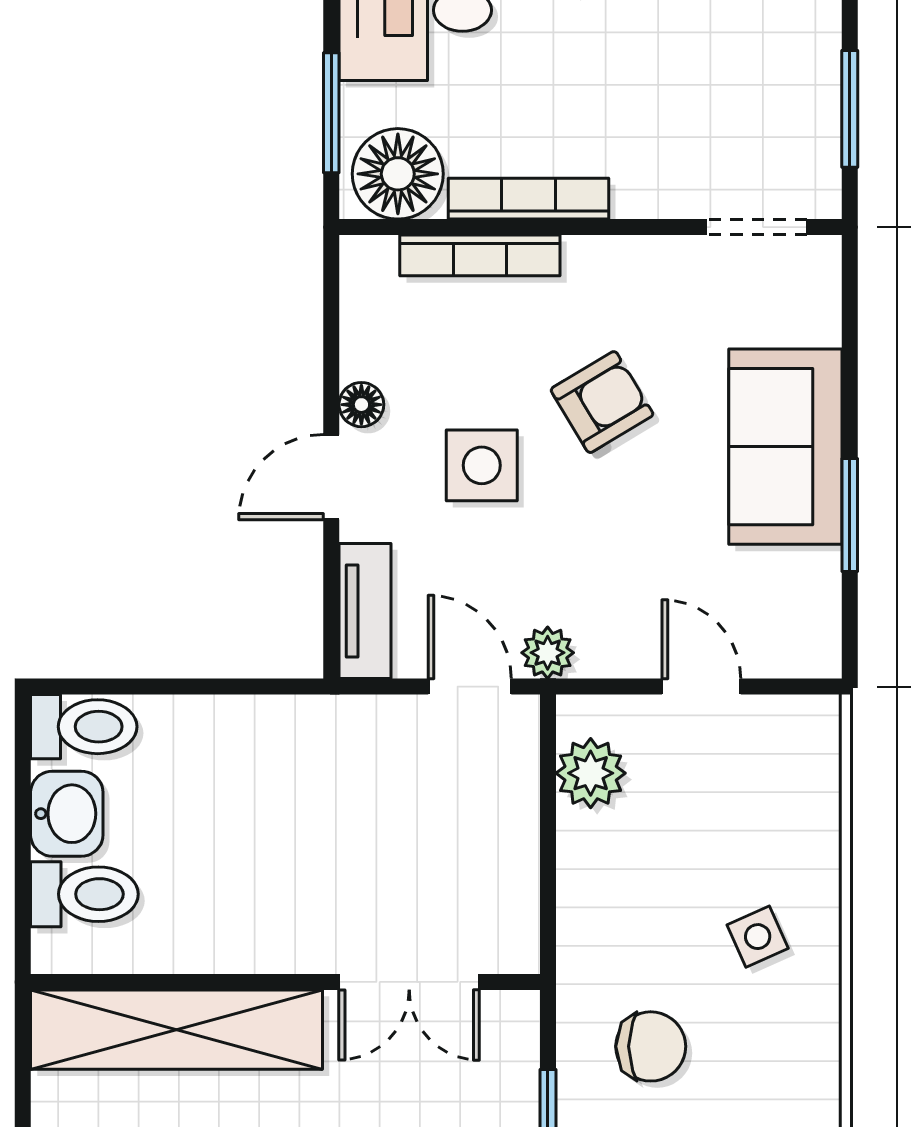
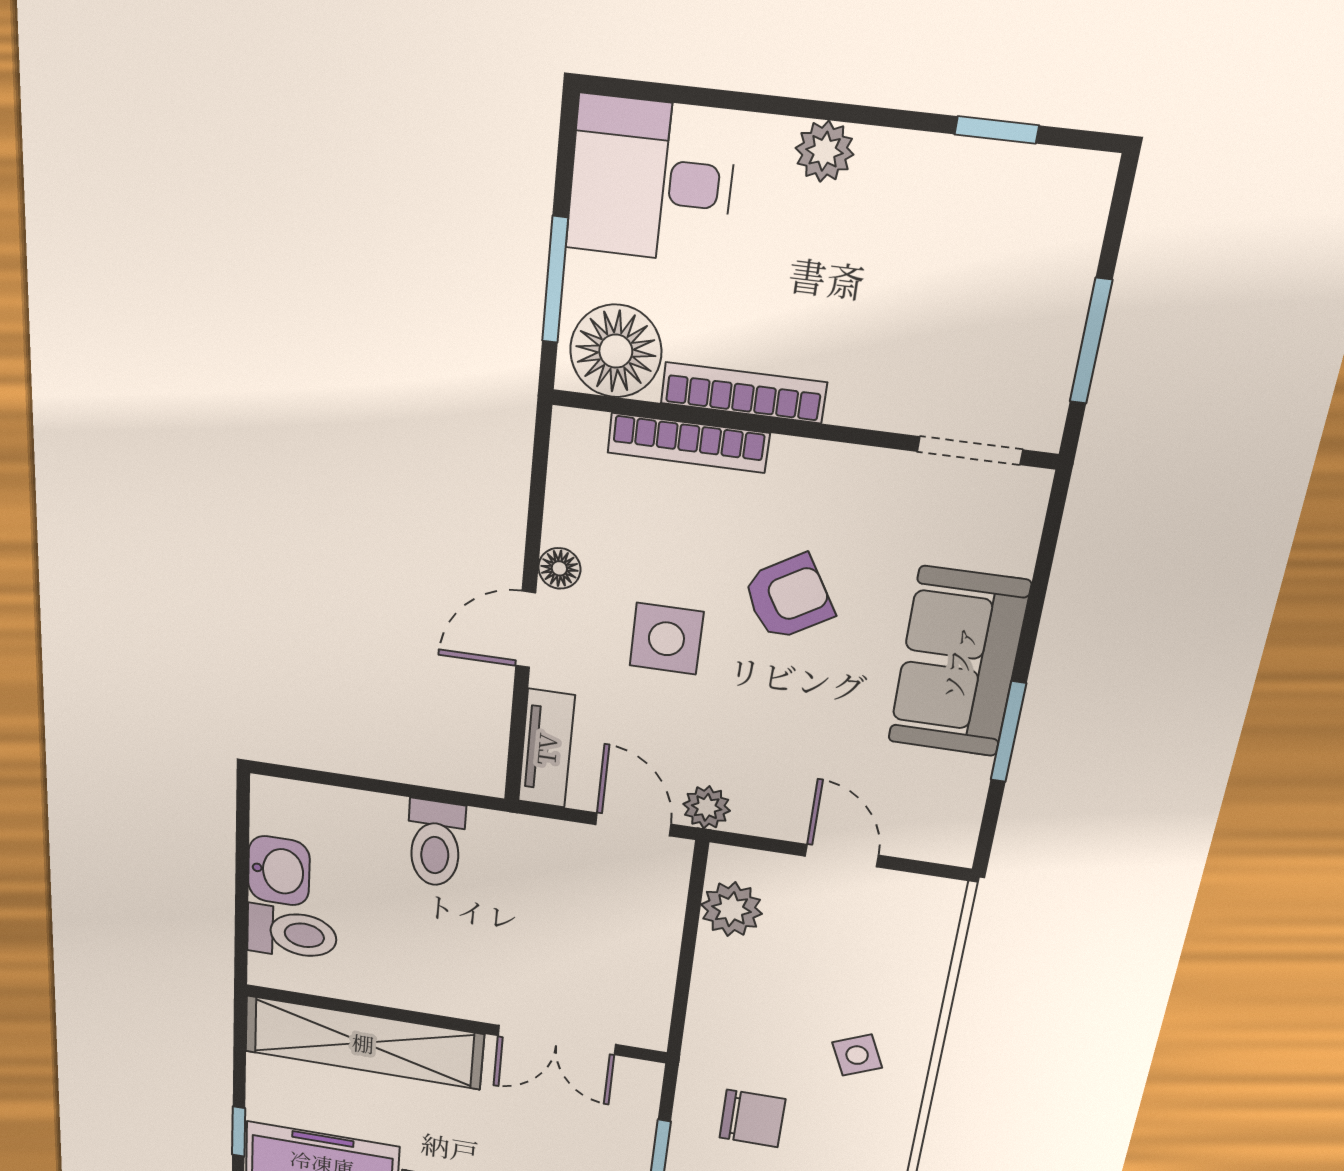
toilet: (84, 727) -> (435, 843), moved, turned 90

